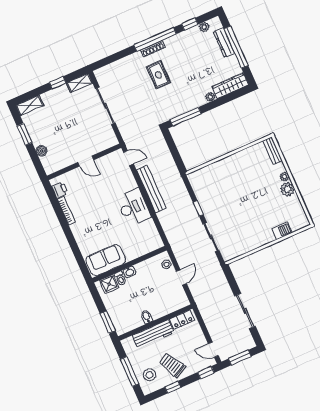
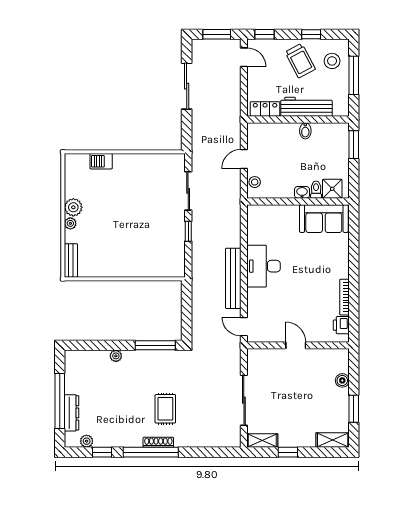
wardrobe: (230, 86) -> (87, 359), removed

